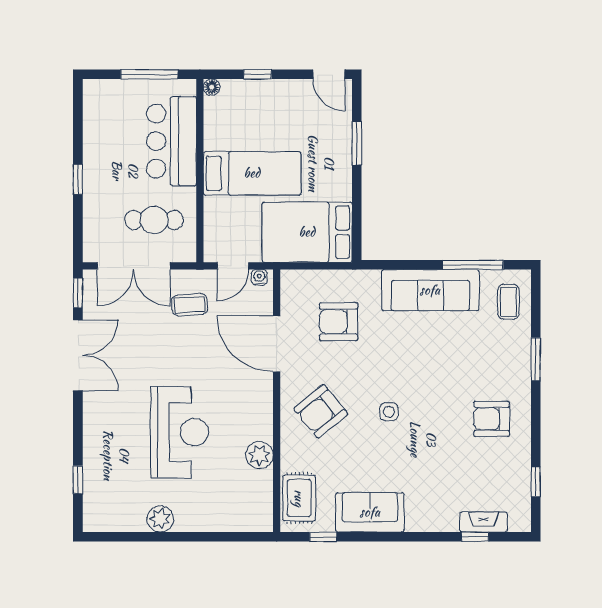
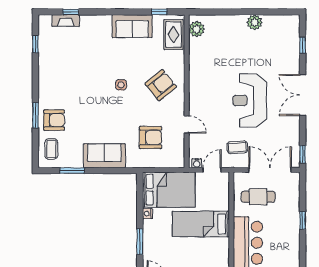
nightstand: (344, 191) -> (147, 214), added
window: (473, 265) -> (72, 171), width x0.69
sofa: (430, 290) -> (104, 156), width x0.73
door: (277, 344) -> (187, 125), width x0.53
double door: (78, 355) -> (303, 95), moved
armchair: (492, 419) -> (54, 120), moved
reception desk: (179, 432) -> (250, 100), moved
plant: (259, 455) -> (197, 29), moved

